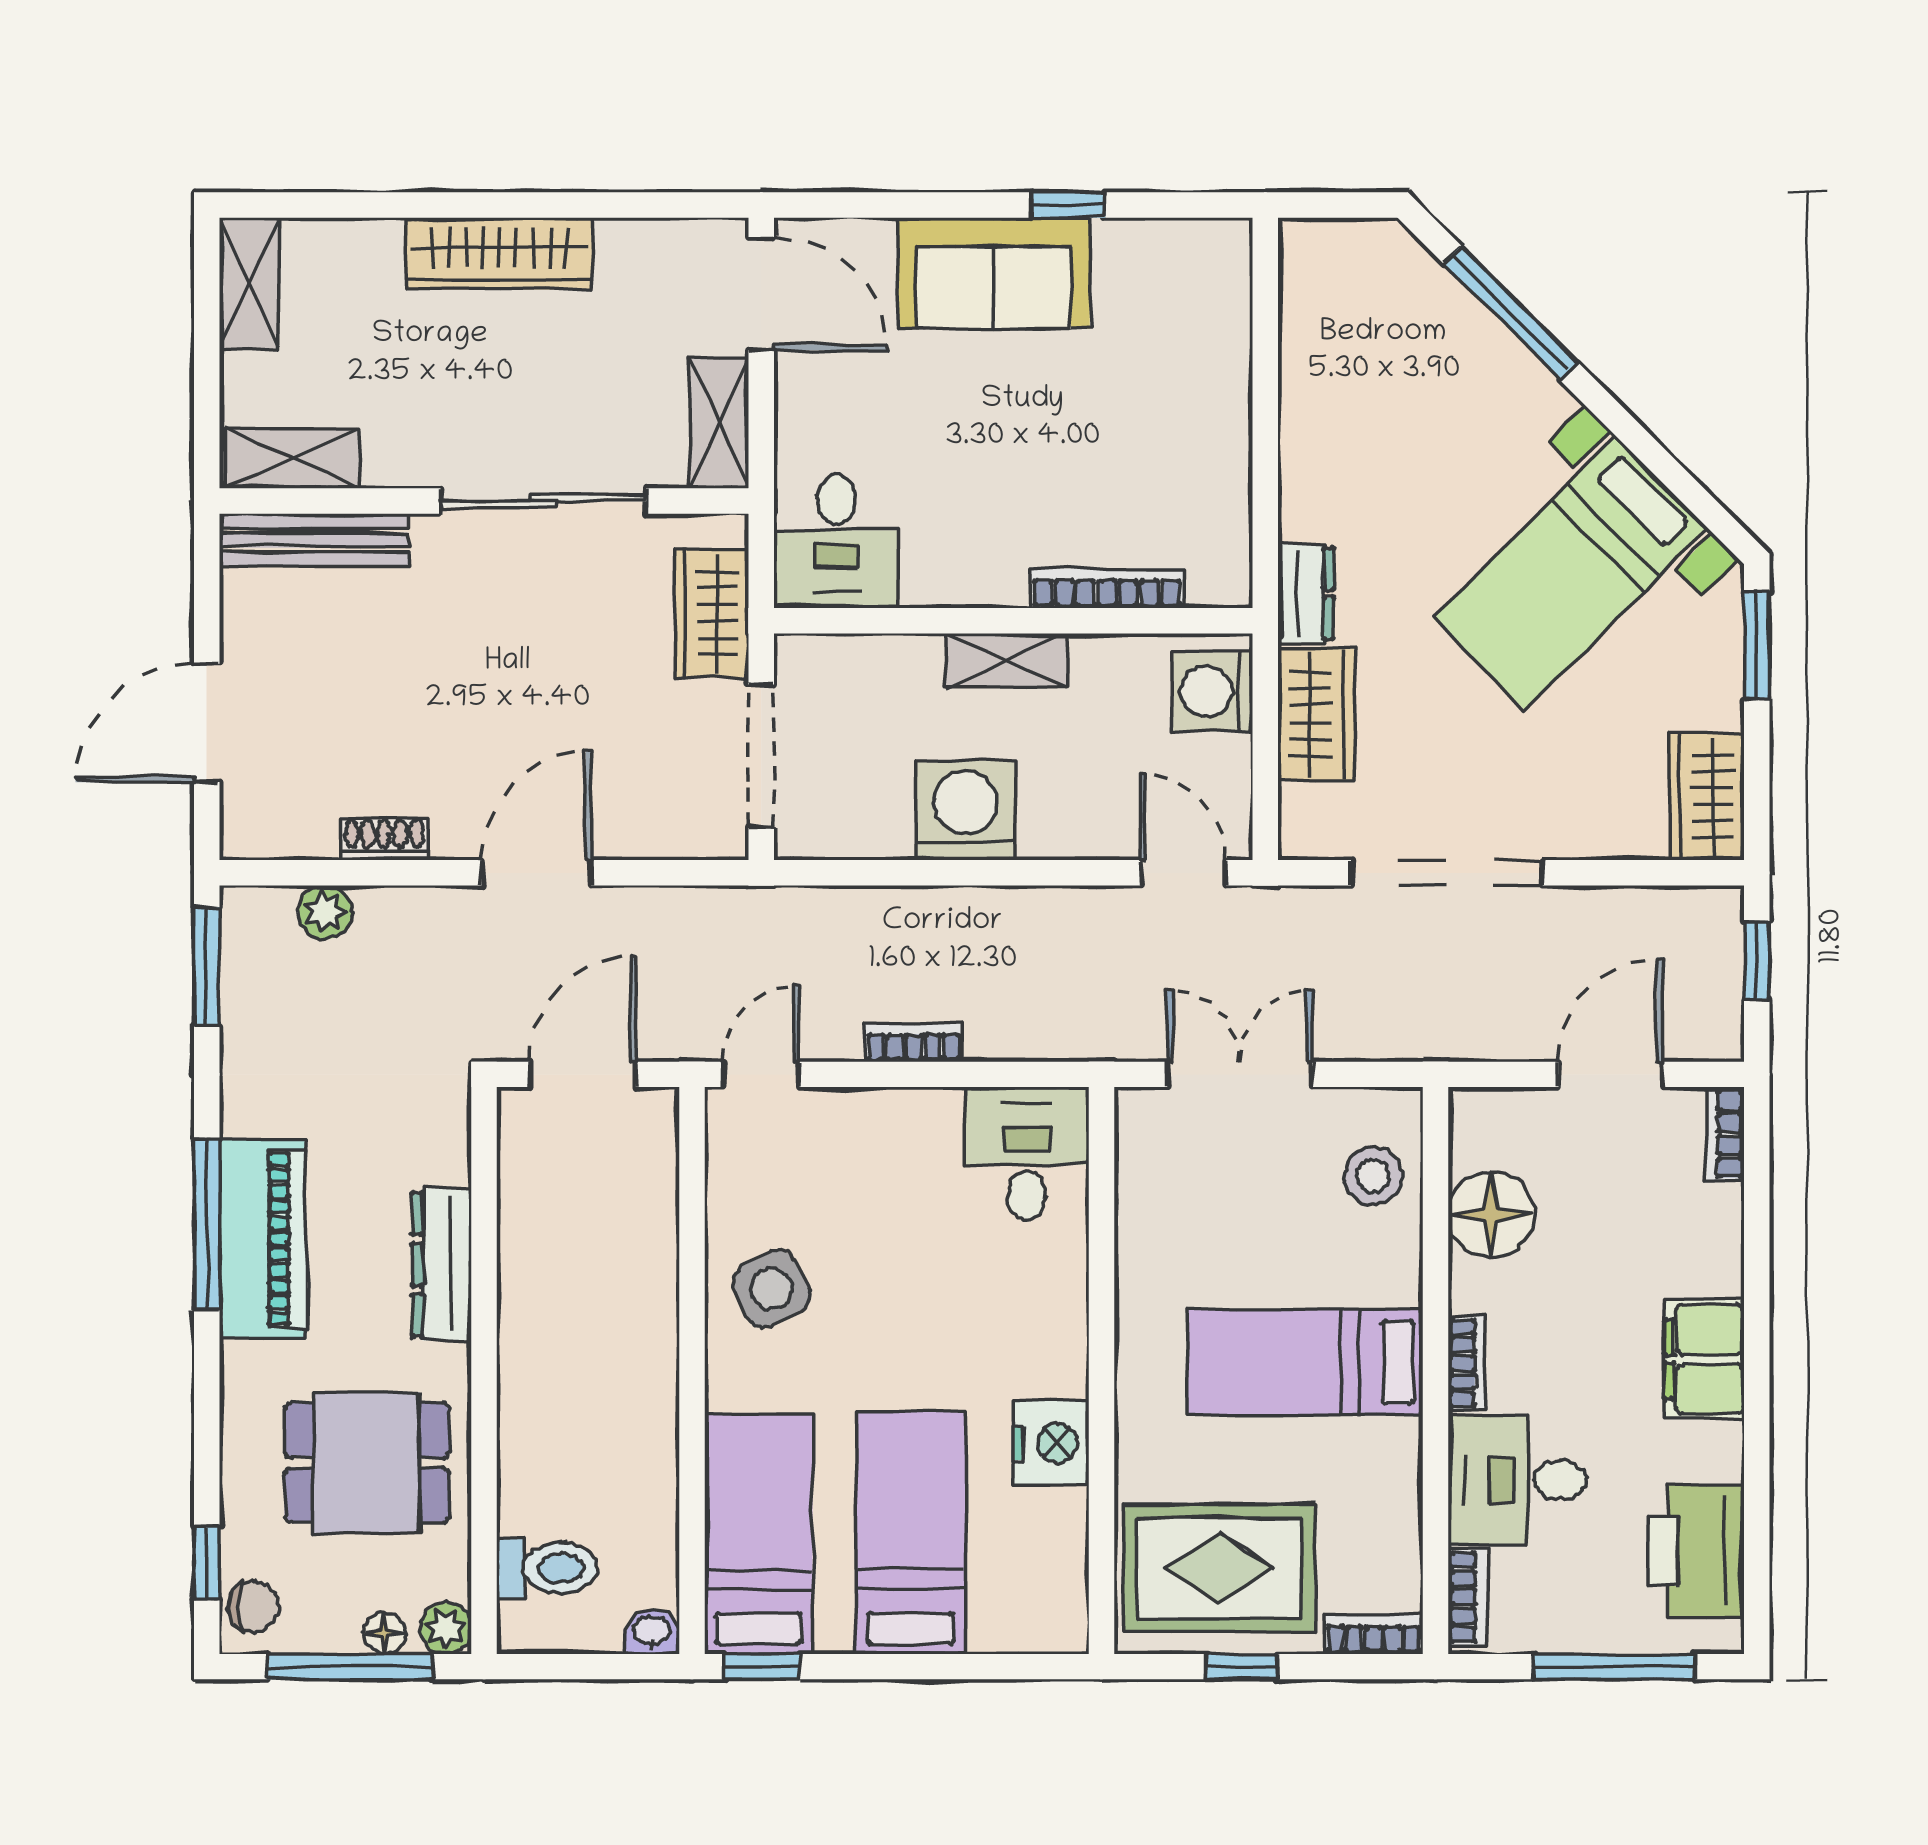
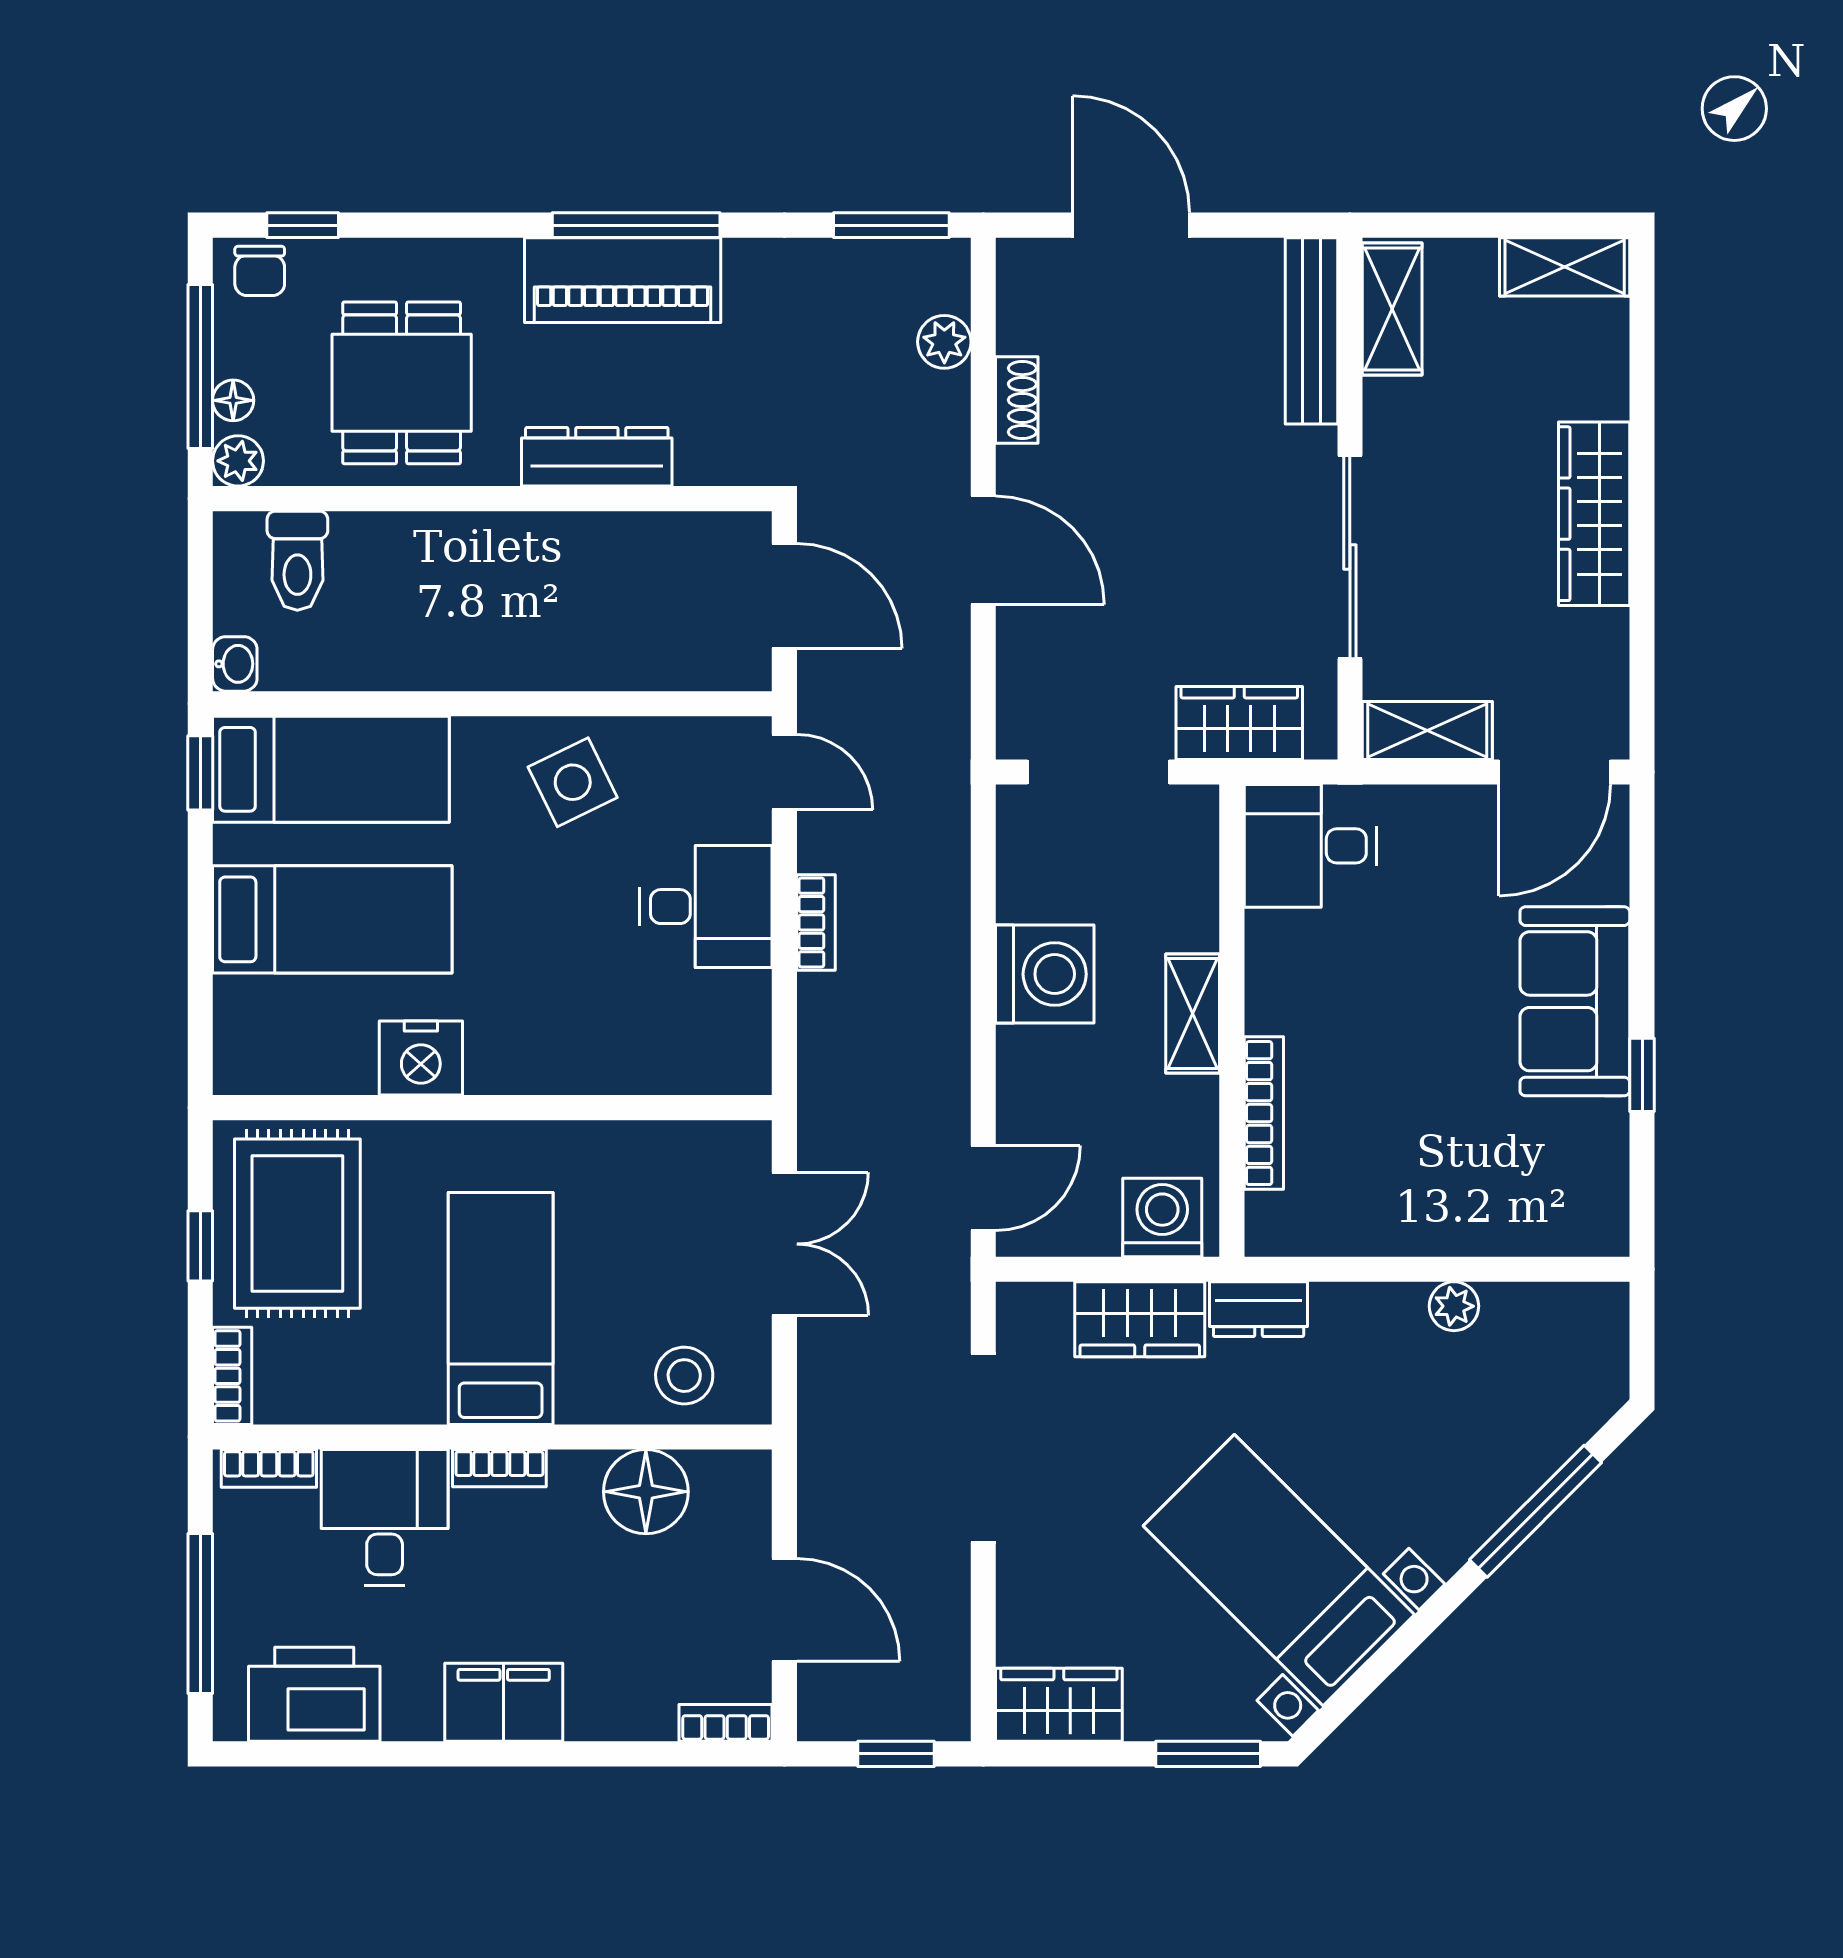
plant: (1303, 396) -> (1454, 1306), added
desk: (1027, 1154) -> (706, 907), moved

